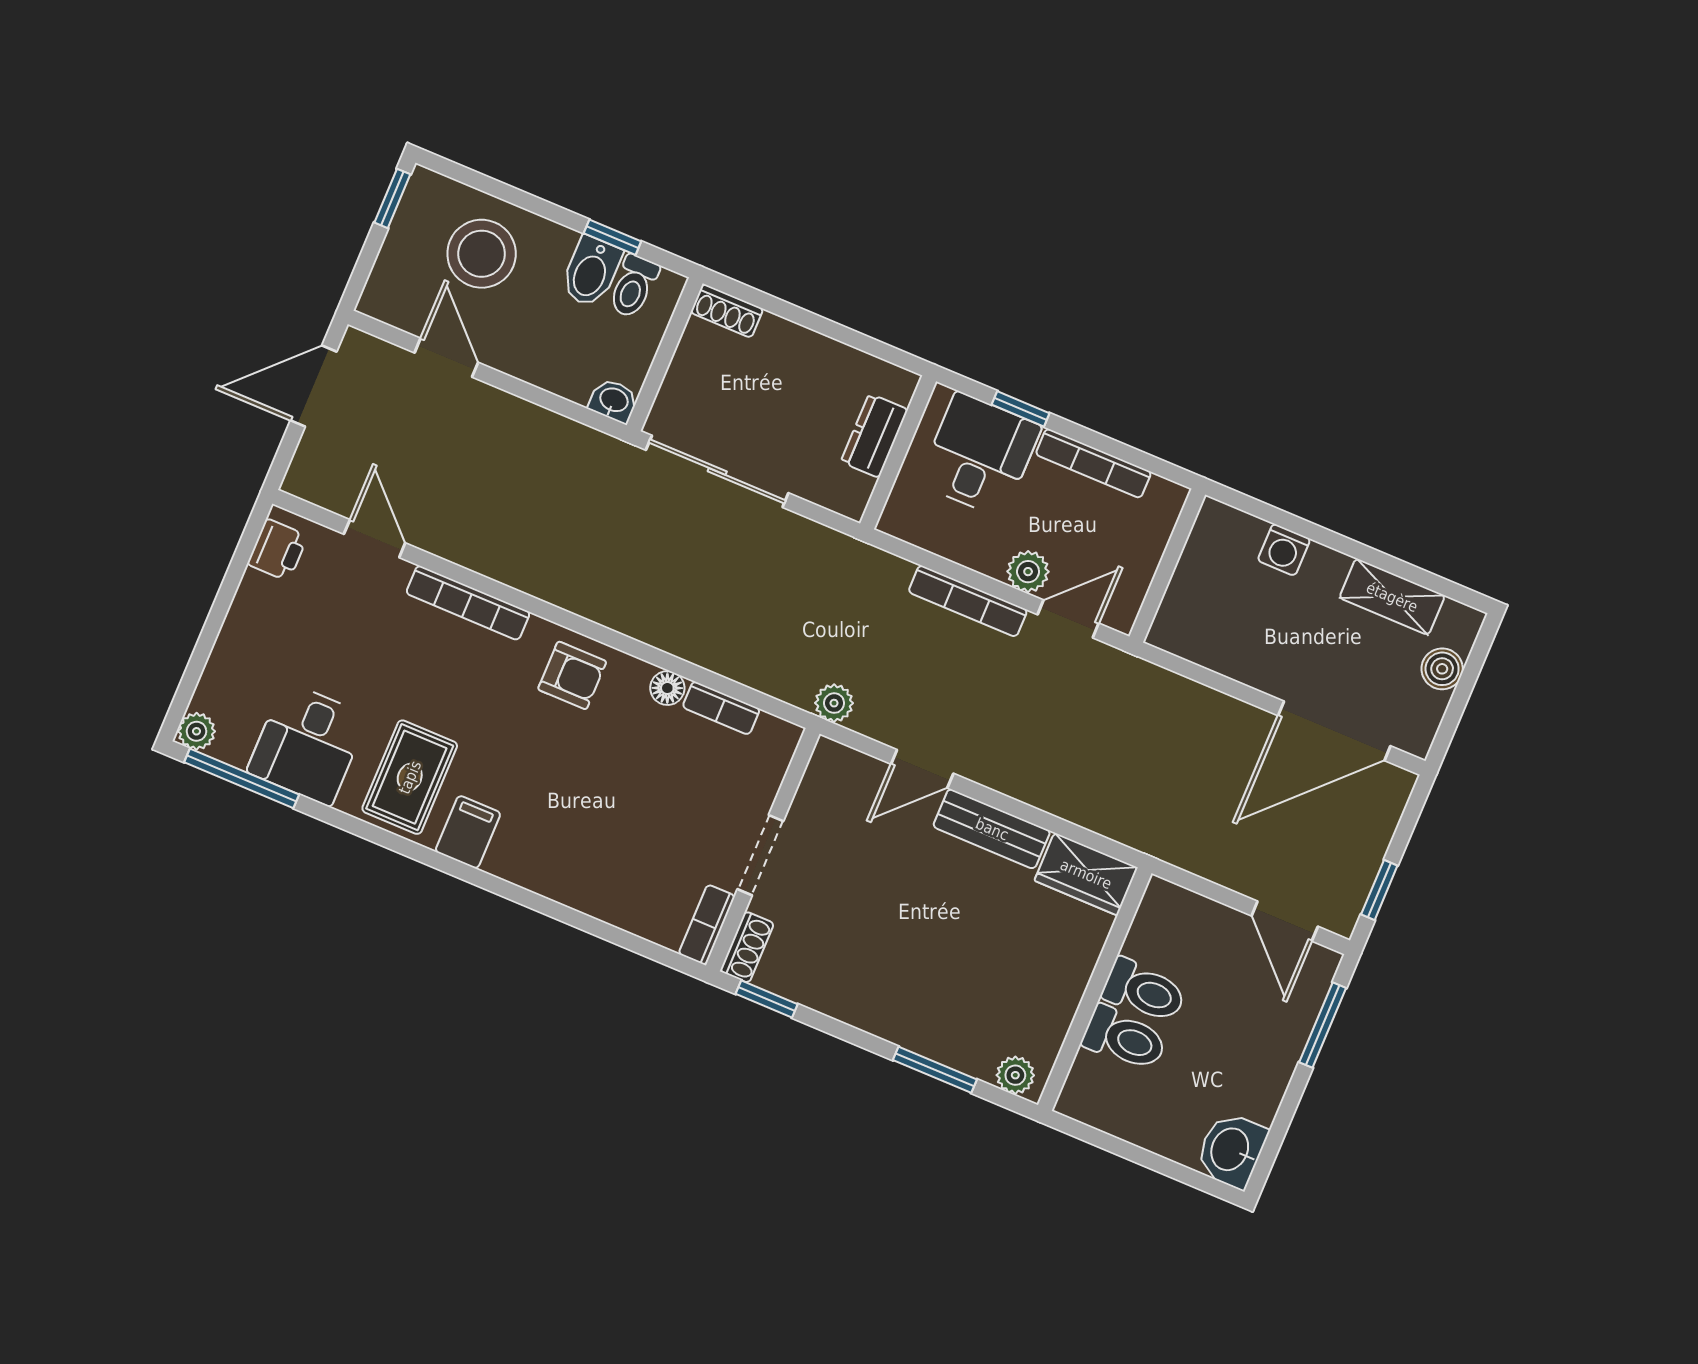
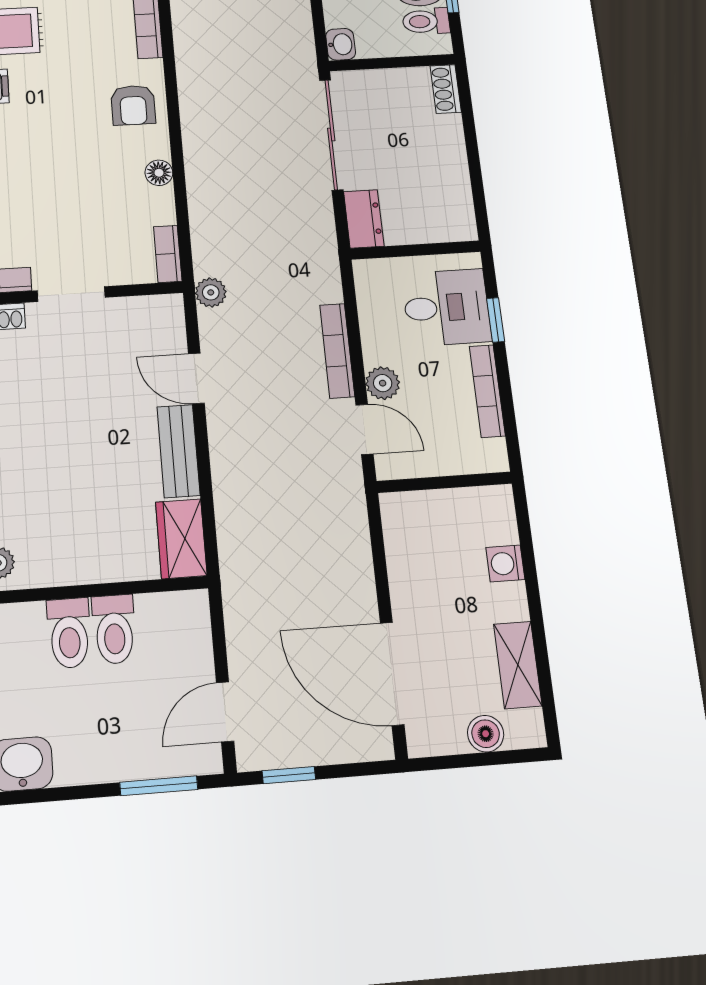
dresser: (874, 436) -> (364, 219), moved, turned 90
bookcase: (721, 708) -> (168, 254), moved

